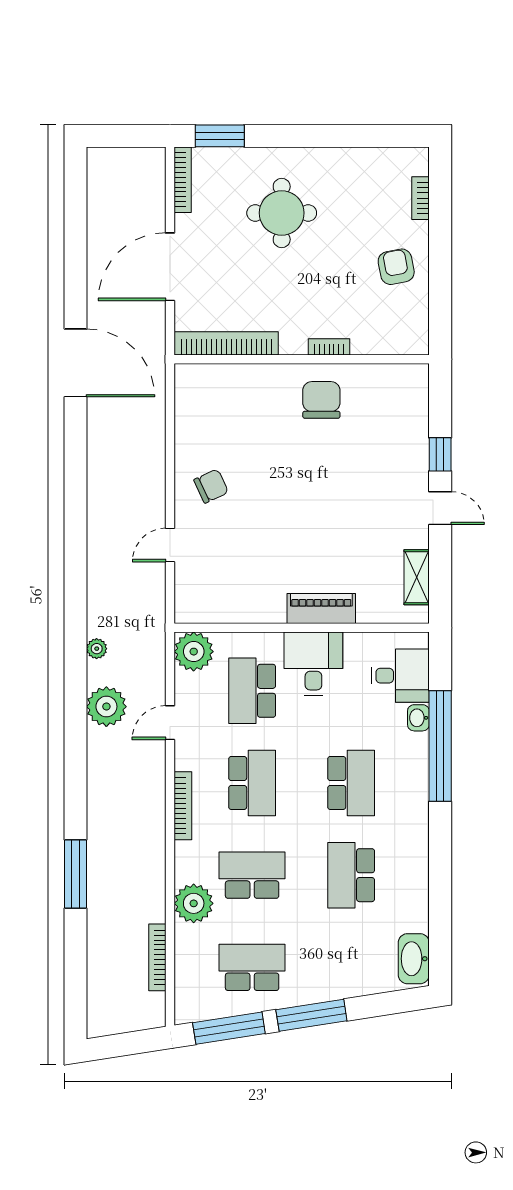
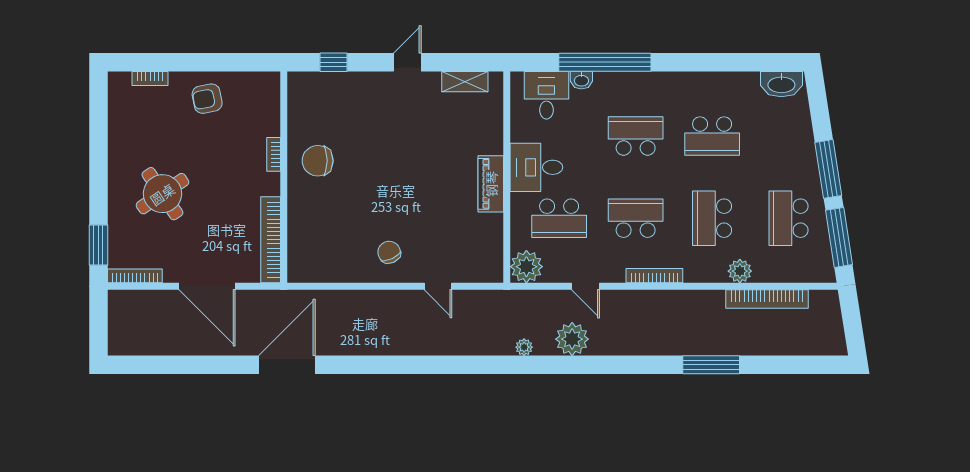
round table: (282, 213) -> (162, 194), turned -34
window: (440, 454) -> (333, 62), moved
piano: (321, 608) -> (491, 184), moved
plant: (194, 903) -> (740, 271), width x0.73, depth x0.73
bookcase: (157, 957) -> (767, 299), width x1.48, depth x1.31

